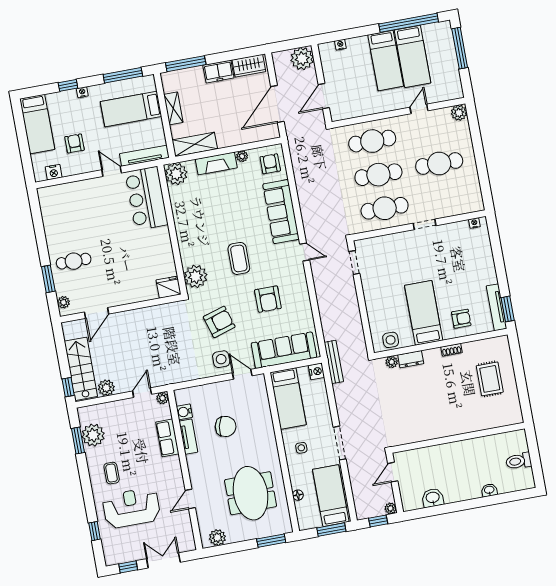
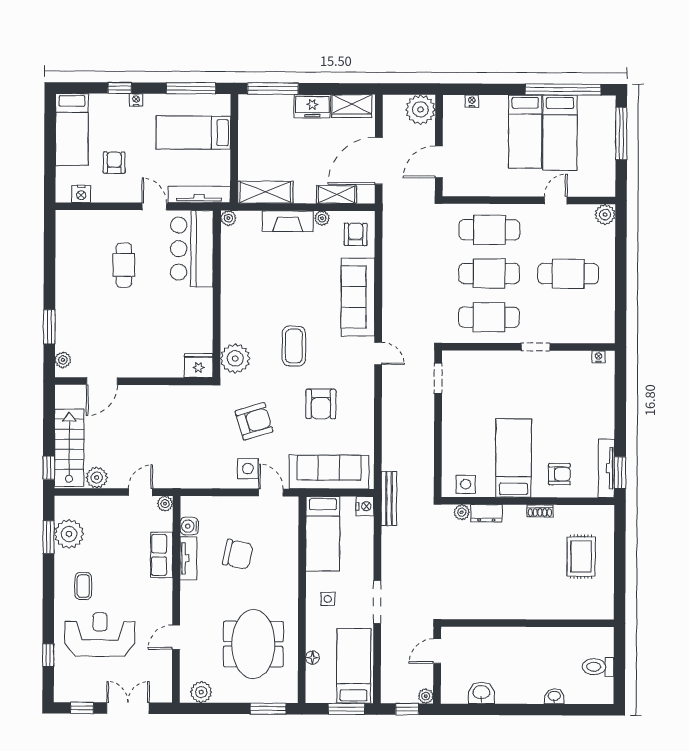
shelving: (173, 108) -> (336, 194), moved, turned 90
plant: (176, 174) -> (228, 218), width x0.53, depth x0.53
cafe table: (74, 261) -> (124, 265), moved, turned 90

